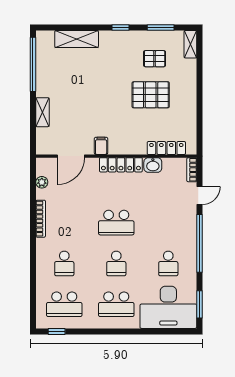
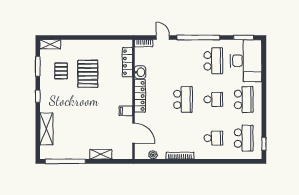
school desk: (168, 263) -> (213, 61), width x1.85

